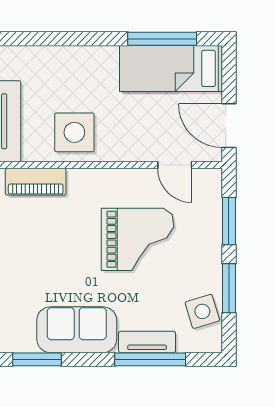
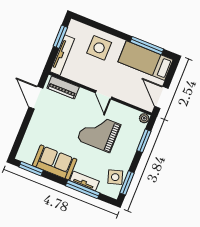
side table: (74, 132) -> (99, 48), moved
door: (175, 165) -> (104, 95), moved
plant: (212, 178) -> (144, 118), added
grand piano: (137, 239) -> (99, 132), turned 180
window: (229, 288) -> (127, 183), moved

